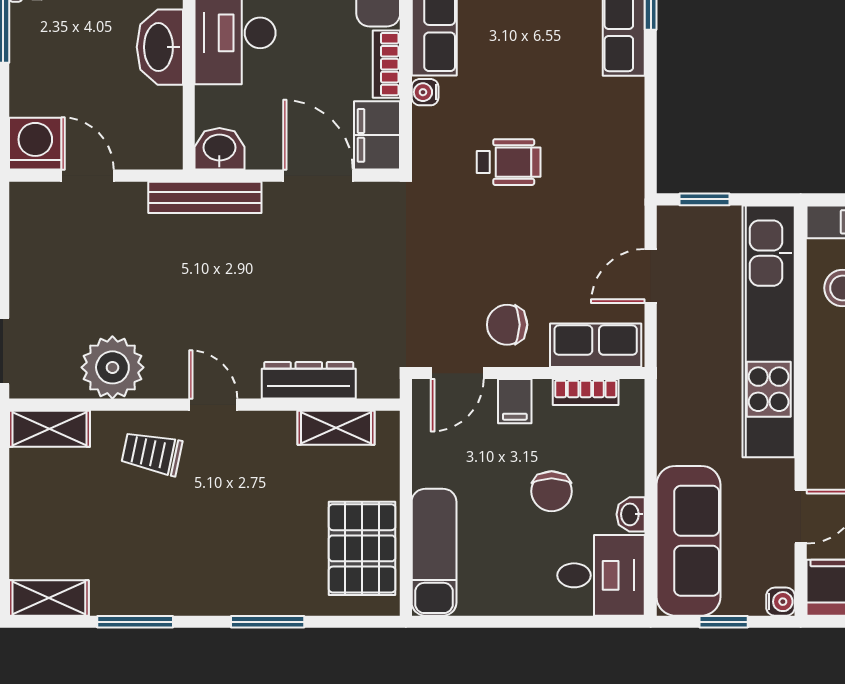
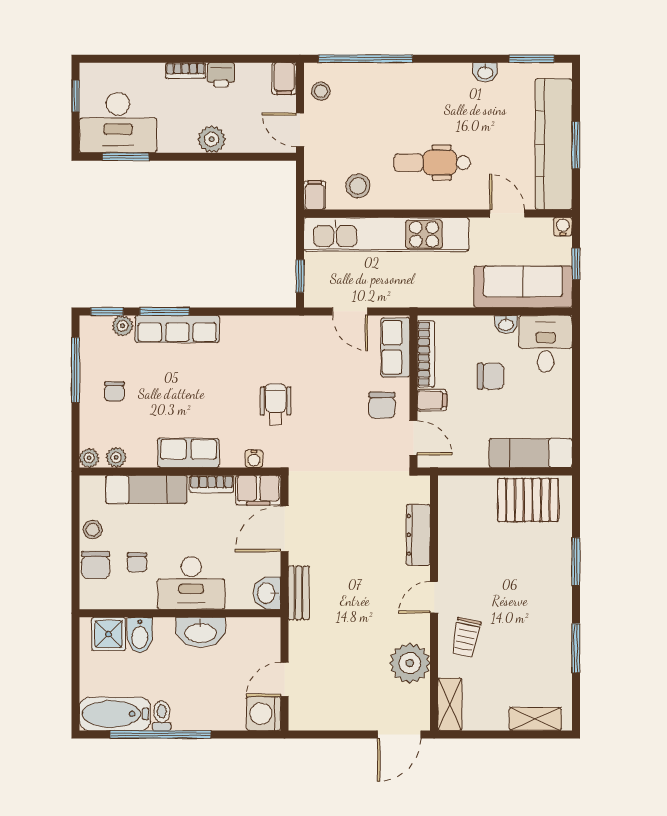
water cooler: (425, 92) -> (254, 459), moved
bench: (205, 197) -> (299, 593), width x0.73
bookcase: (586, 392) -> (426, 354), width x1.56
shelving: (336, 428) -> (449, 517), removed
shelving: (49, 598) -> (535, 719), moved, turned 90

